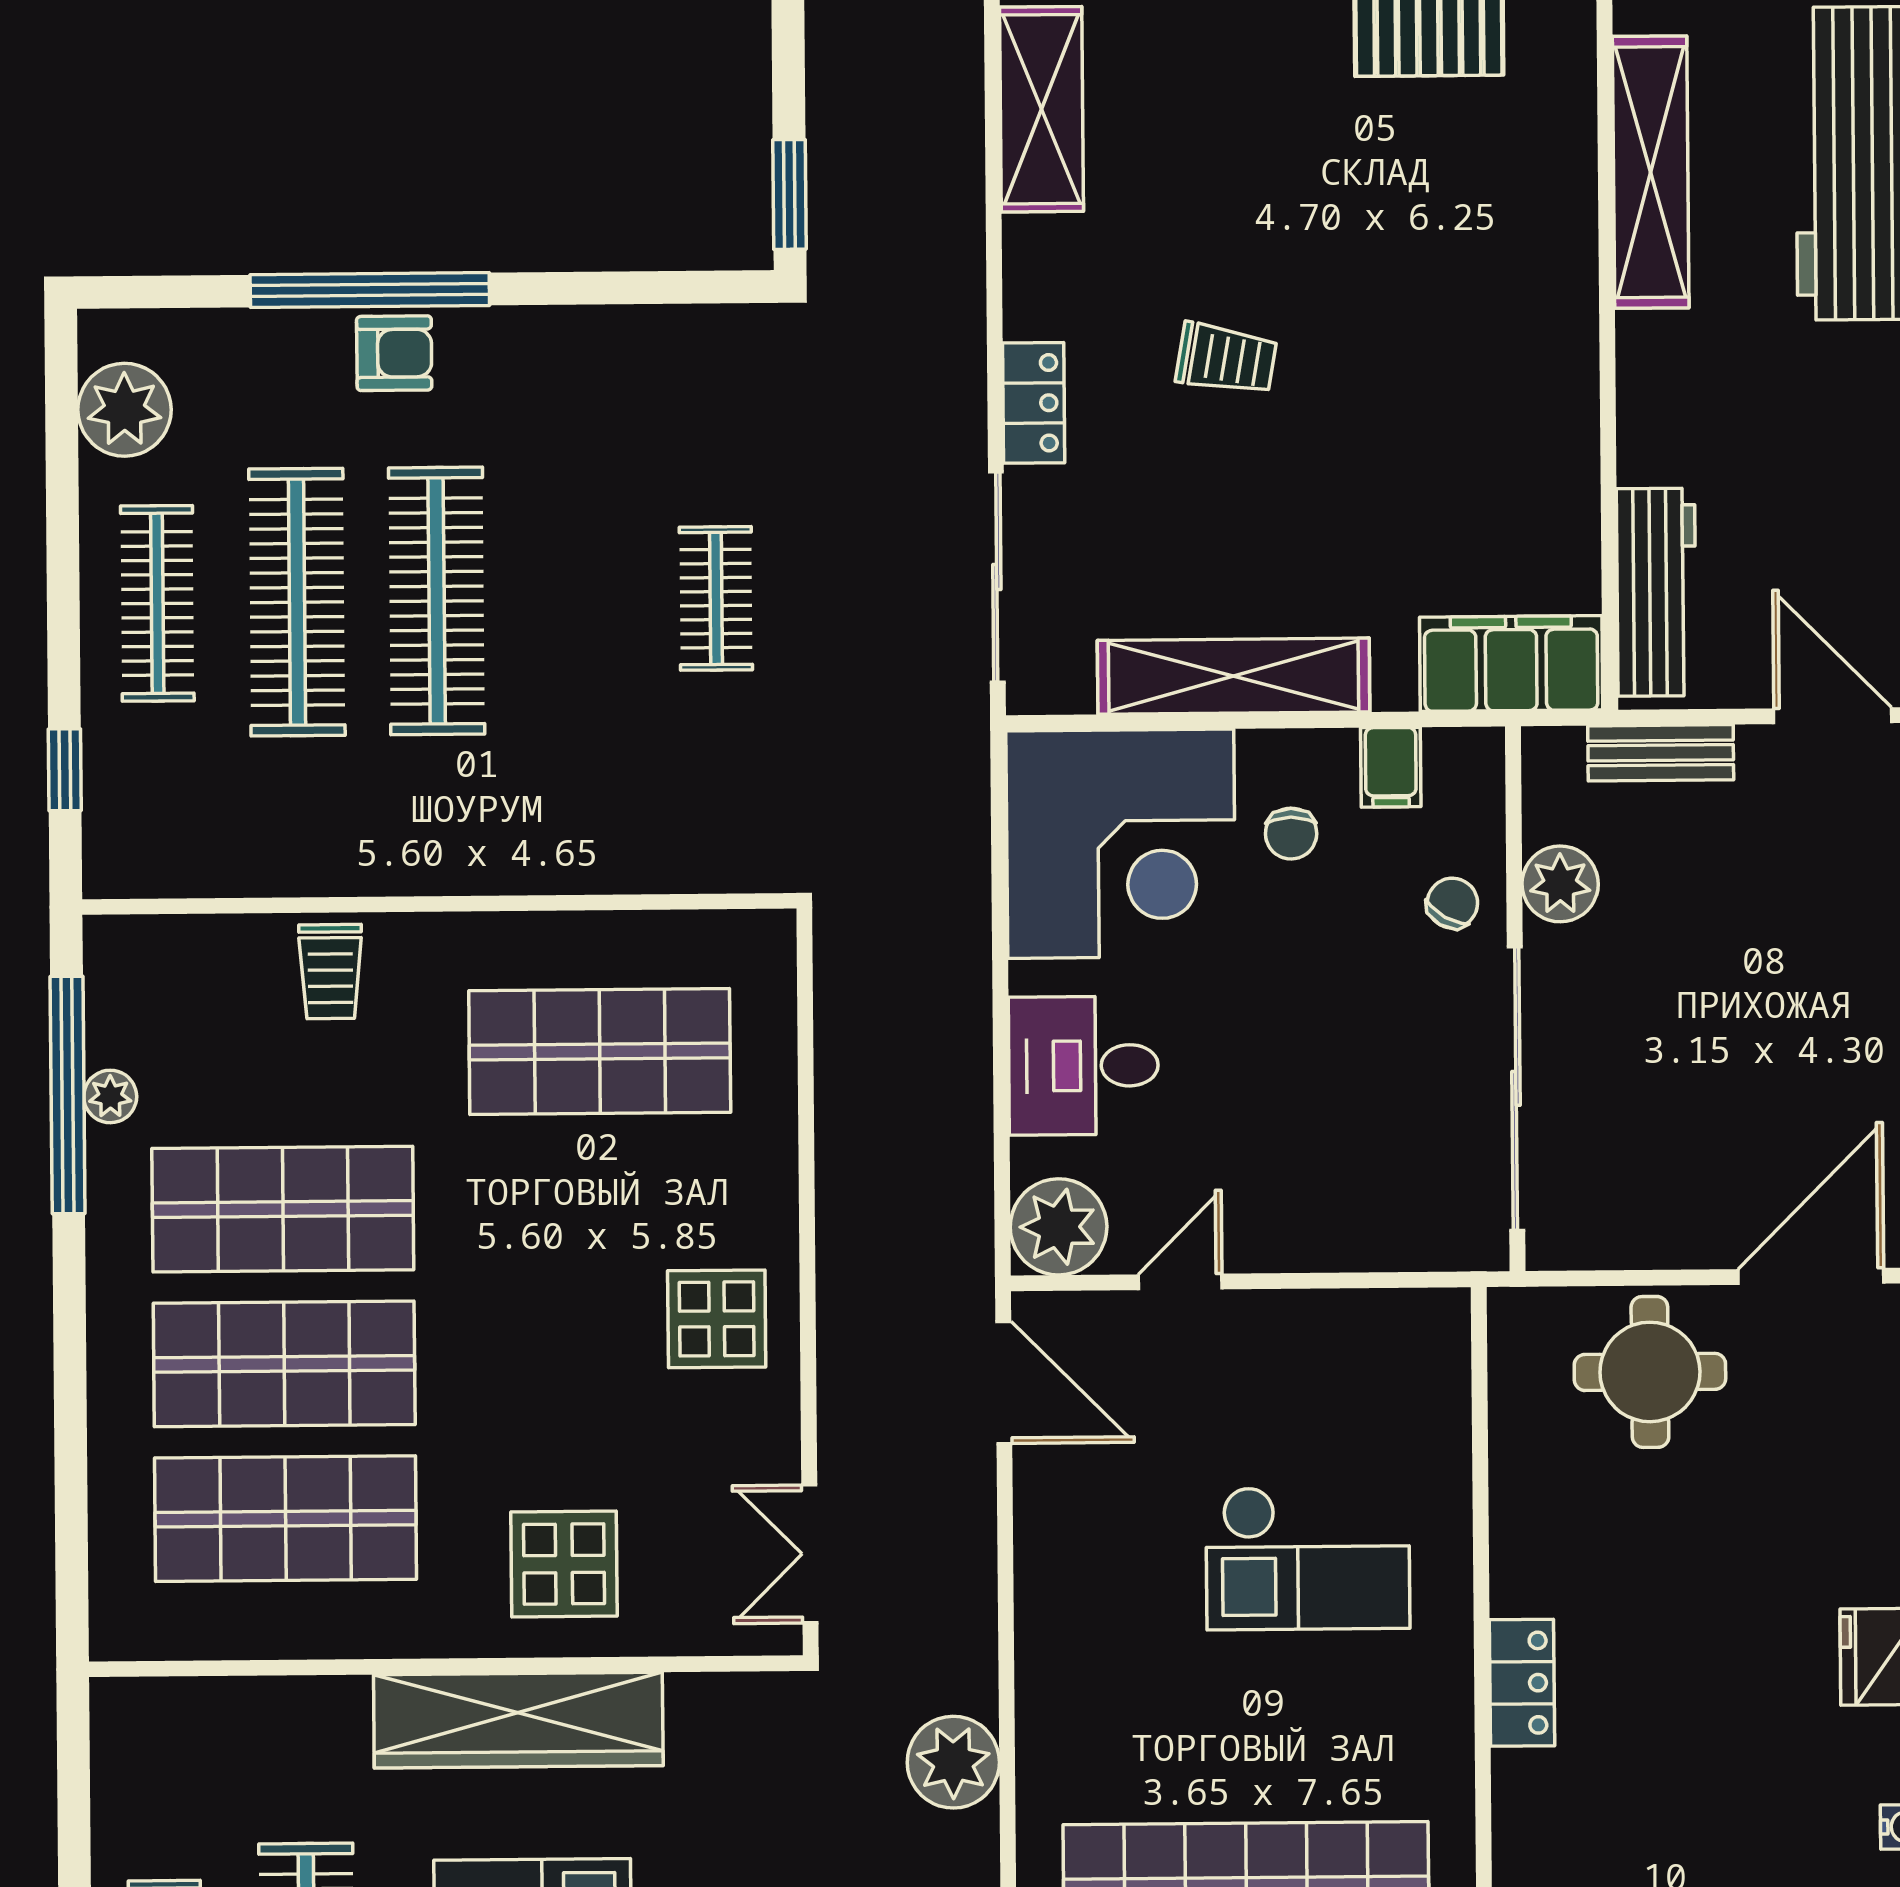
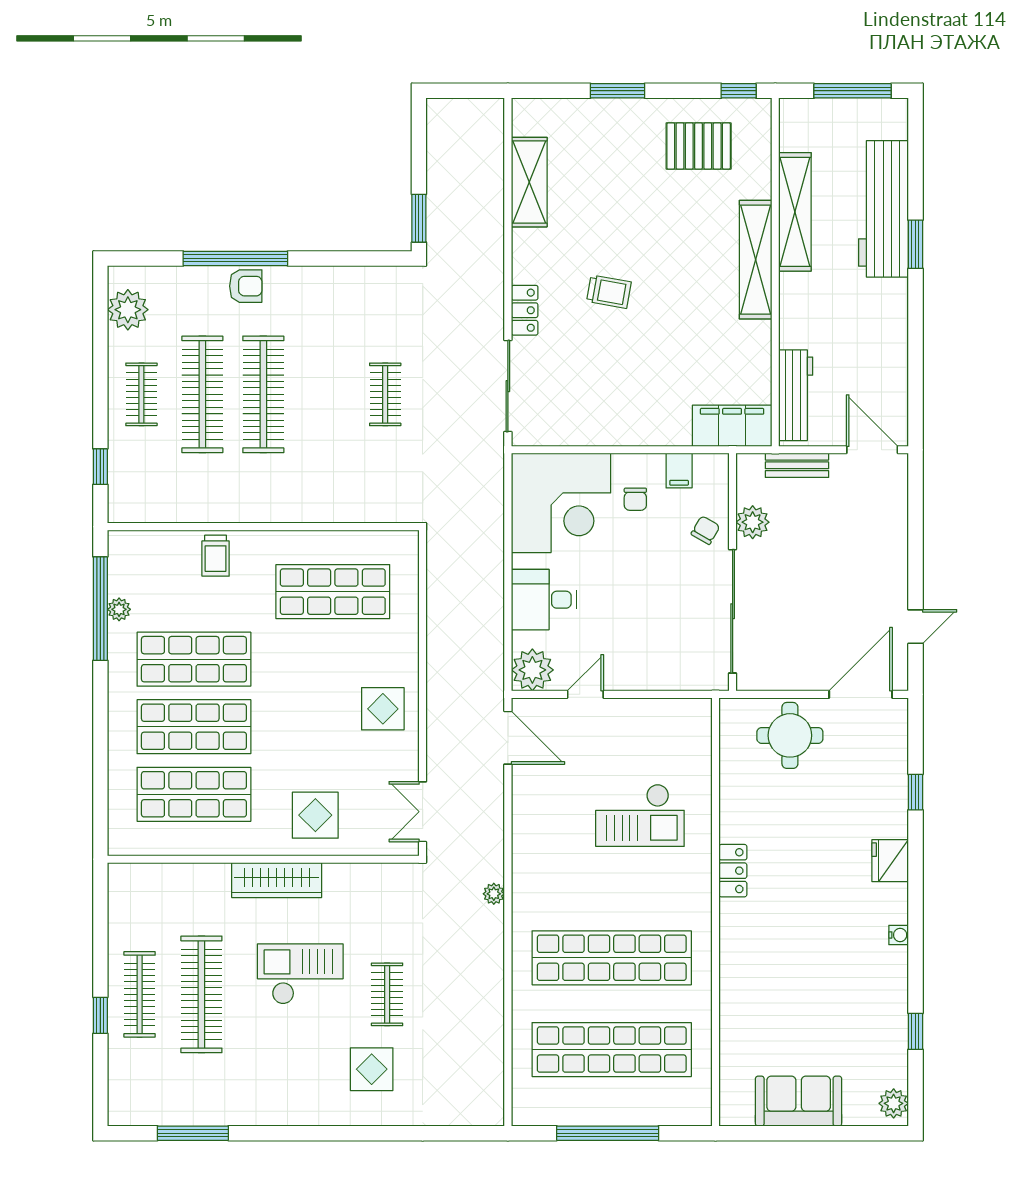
clothes rail: (157, 603) -> (141, 394), width x0.73
shelving: (1234, 676) -> (756, 260), moved, turned 90
wardrobe: (518, 1720) -> (277, 880), width x0.71, depth x0.85
plant: (953, 1762) -> (494, 894), width x0.53, depth x0.53

